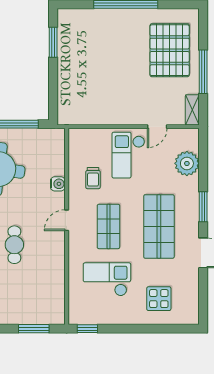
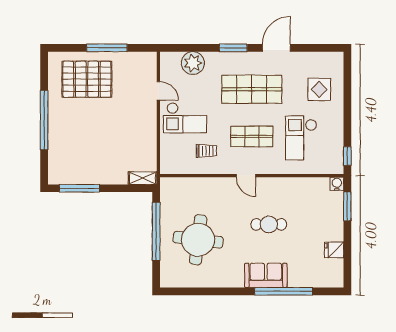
window: (53, 42) -> (80, 188), width x1.44
shelving: (192, 110) -> (143, 178), moved
water cooler: (58, 184) -> (337, 184), moved

